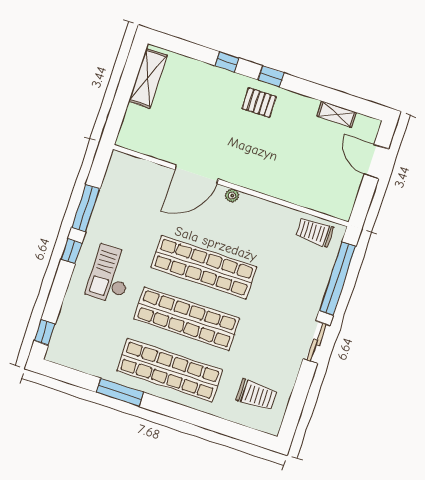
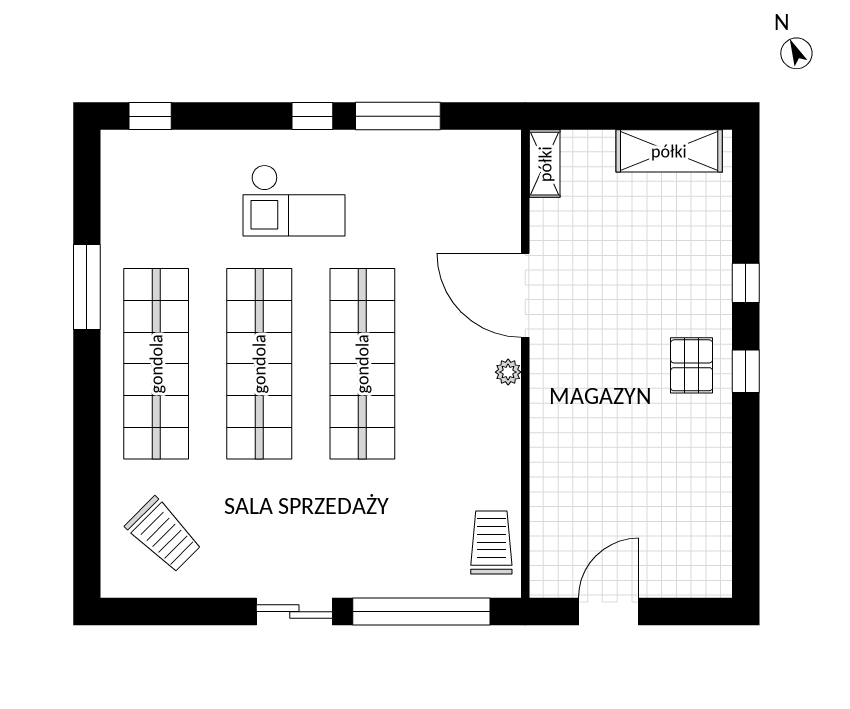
shelving: (337, 114) -> (545, 164), moved
door: (376, 162) -> (609, 612), moved
checkout: (111, 274) -> (294, 200), turned 180
trolley: (257, 395) -> (164, 535), turned -45

